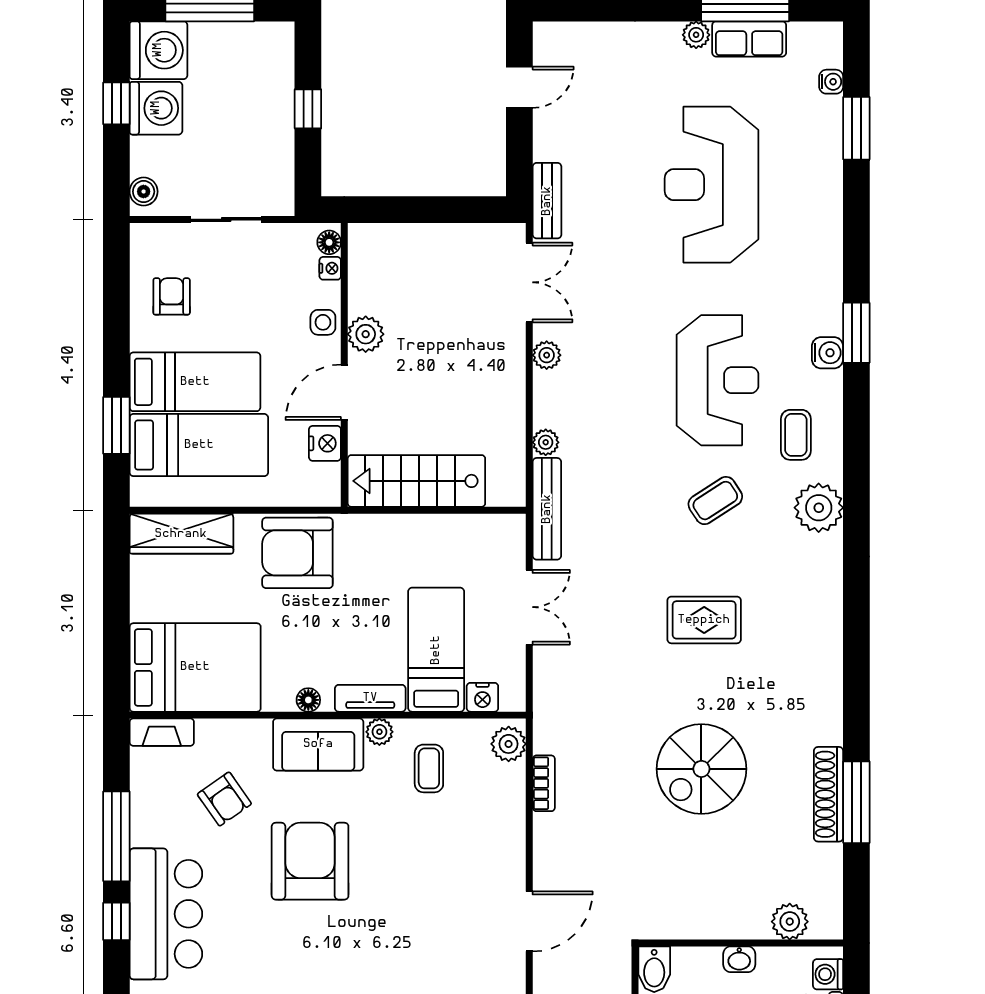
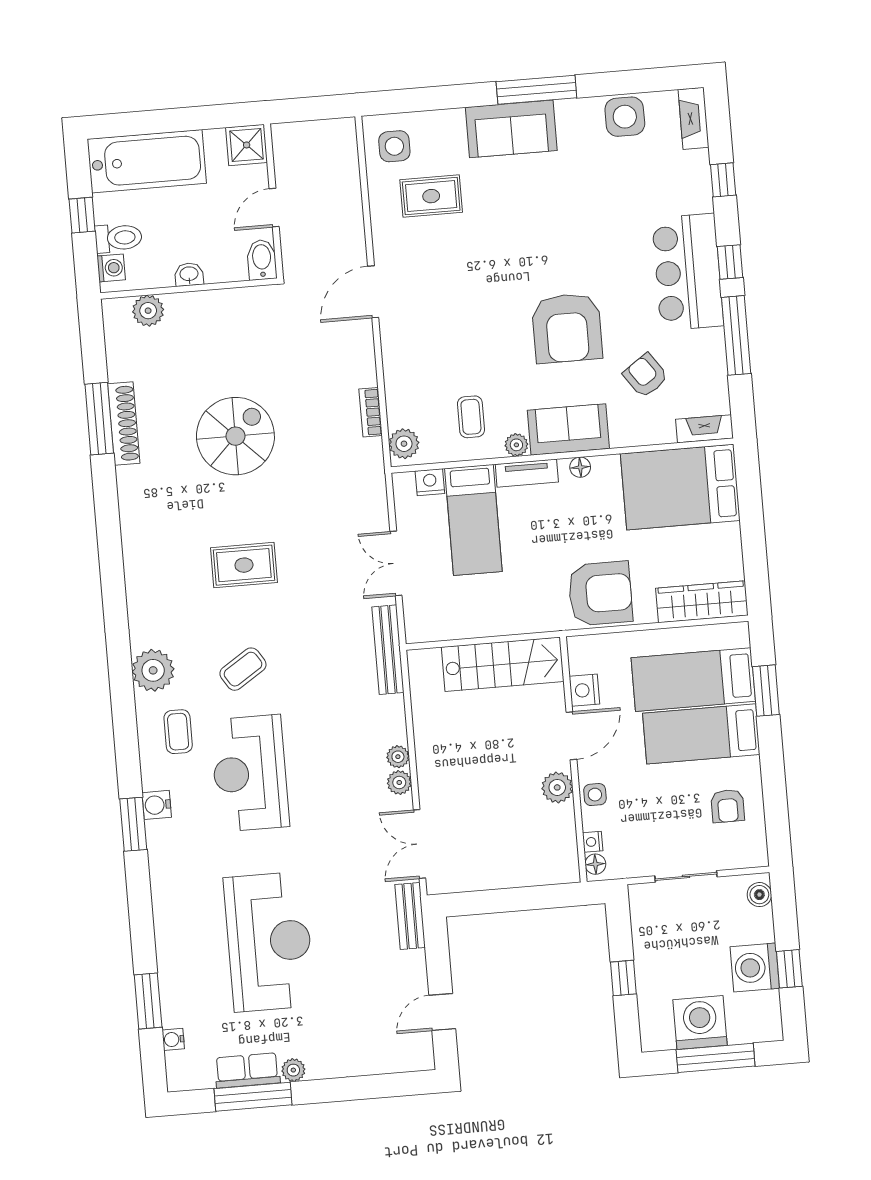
washing machine: (158, 50) -> (700, 1023), moved, turned 90
plant: (546, 442) -> (398, 757), moved

